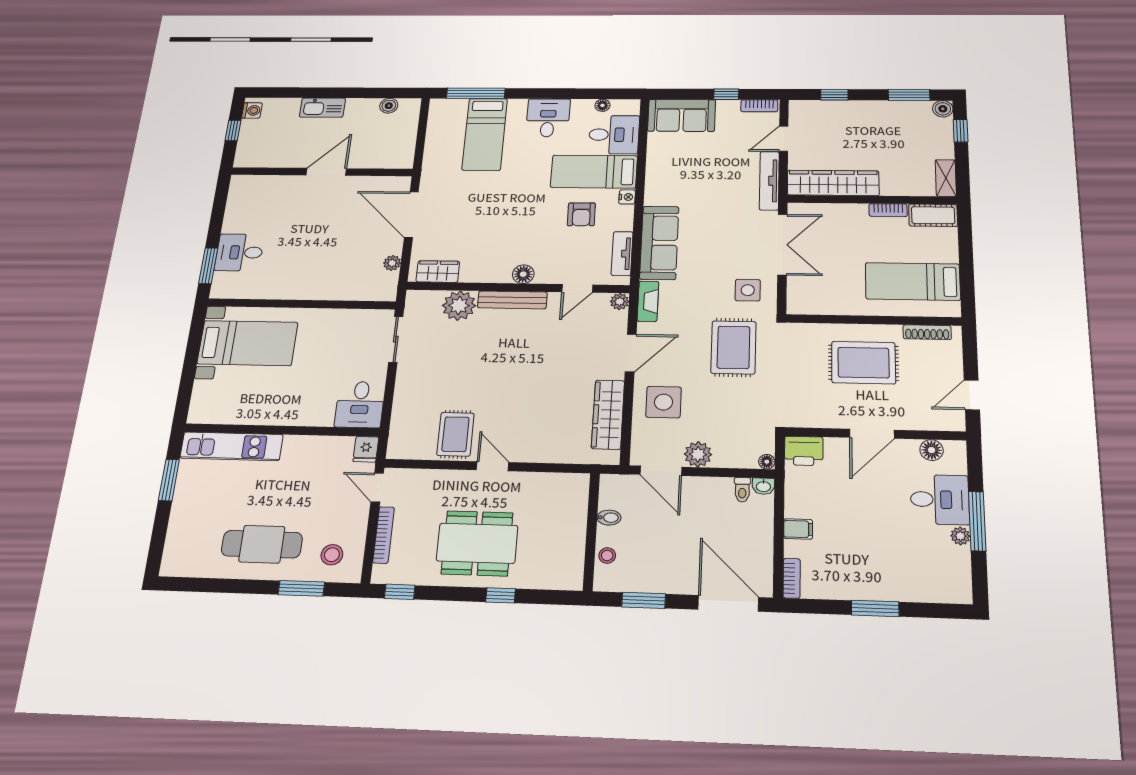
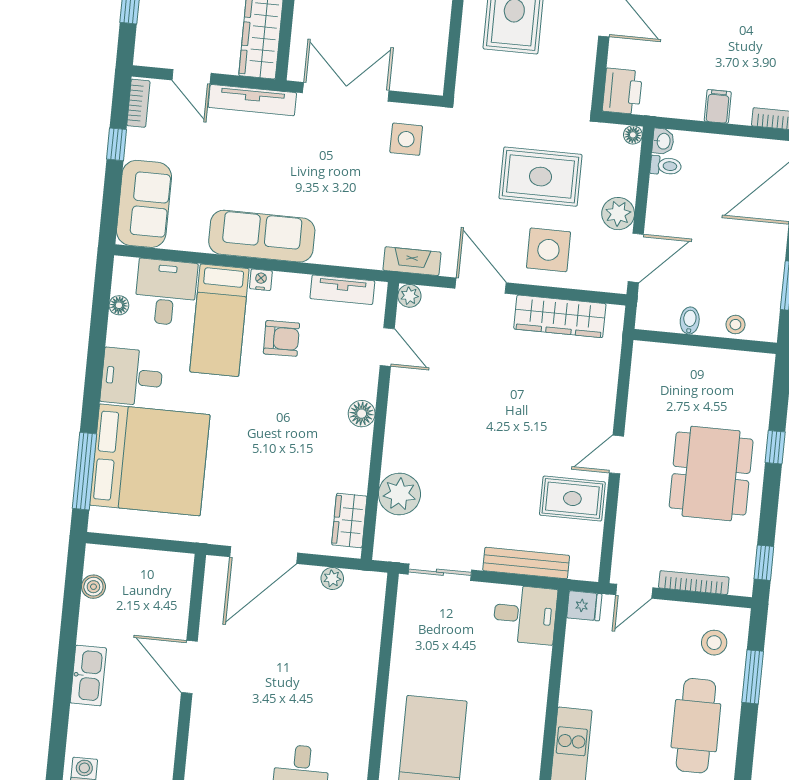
bed: (485, 134) -> (150, 460), width x2.04
sofa: (659, 243) -> (262, 236), moved
bench: (512, 300) -> (526, 563), moved, turned 90
rug: (734, 347) -> (541, 177), moved

